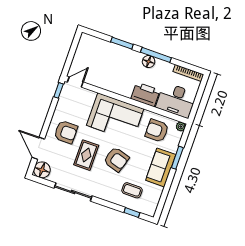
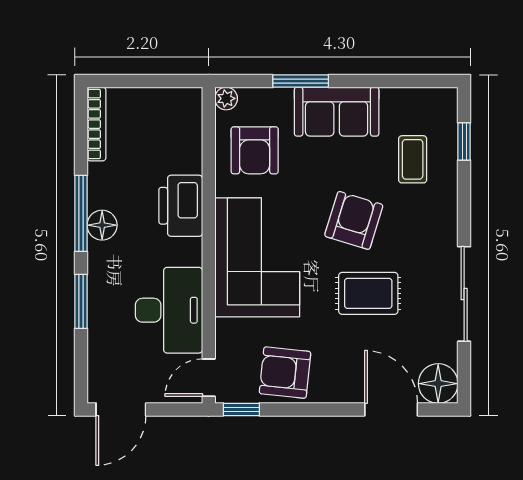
door: (75, 44) -> (121, 409), added
door: (75, 82) -> (209, 378), hinge flipped
desk: (176, 100) -> (169, 310), moved
armchair: (66, 132) -> (285, 373), moved, turned -84
door: (38, 148) -> (391, 409), swing flipped

